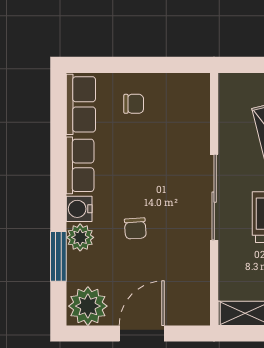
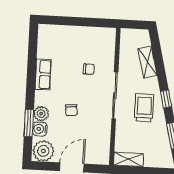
row of seats: (81, 104) -> (45, 41), removed
chair: (134, 104) -> (89, 69), moved
water cooler: (79, 209) -> (40, 129), moved

